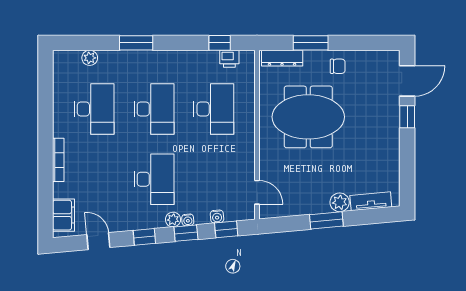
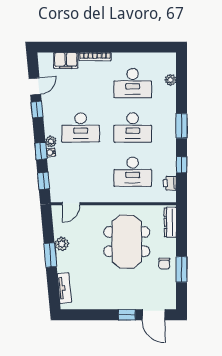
window: (136, 43) -> (182, 126), moved
window: (220, 43) -> (182, 165), moved
window: (311, 43) -> (182, 269), moved
plant: (340, 202) -> (62, 244), moved
filing cabinet: (64, 215) -> (66, 60), moved
water cooler: (217, 217) -> (53, 174), removed
window: (144, 237) -> (37, 110), moved

